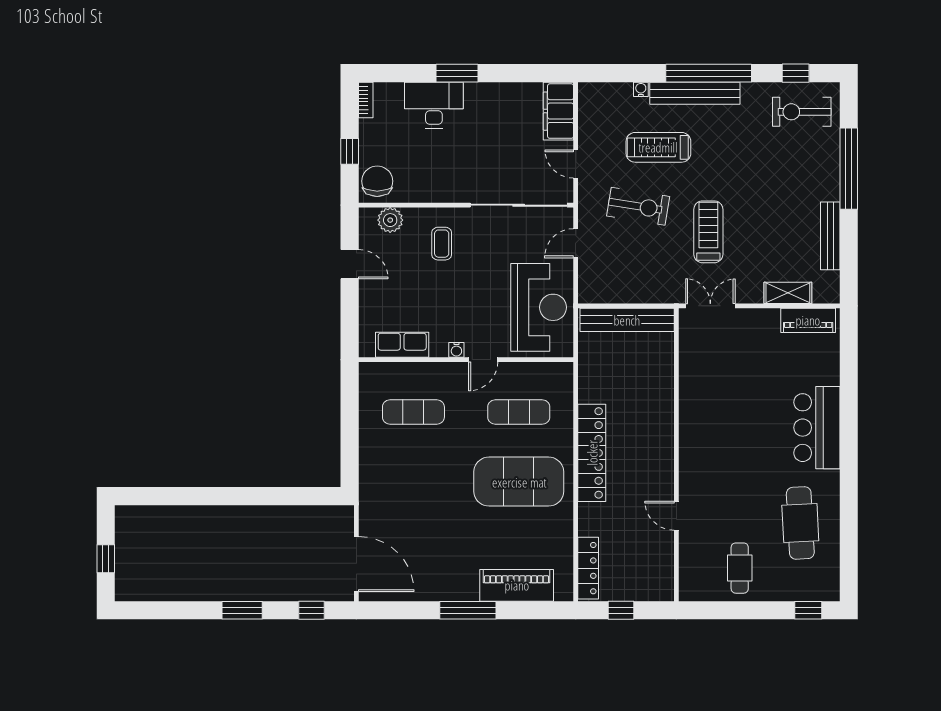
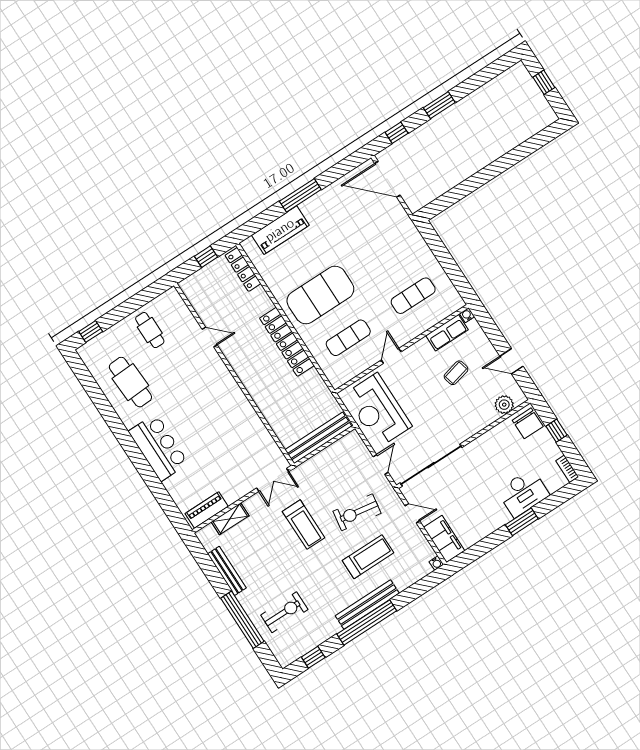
water cooler: (641, 89) -> (436, 563), moved
exercise bike: (802, 112) -> (284, 612), moved
coffee table: (442, 244) -> (456, 373), moved, turned 76
water cooler: (456, 350) -> (467, 315), moved

